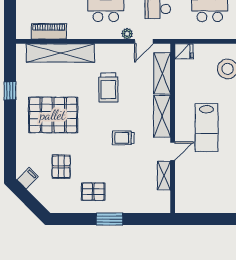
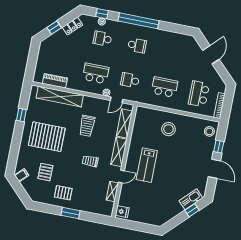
fridge: (184, 51) -> (122, 212), moved

